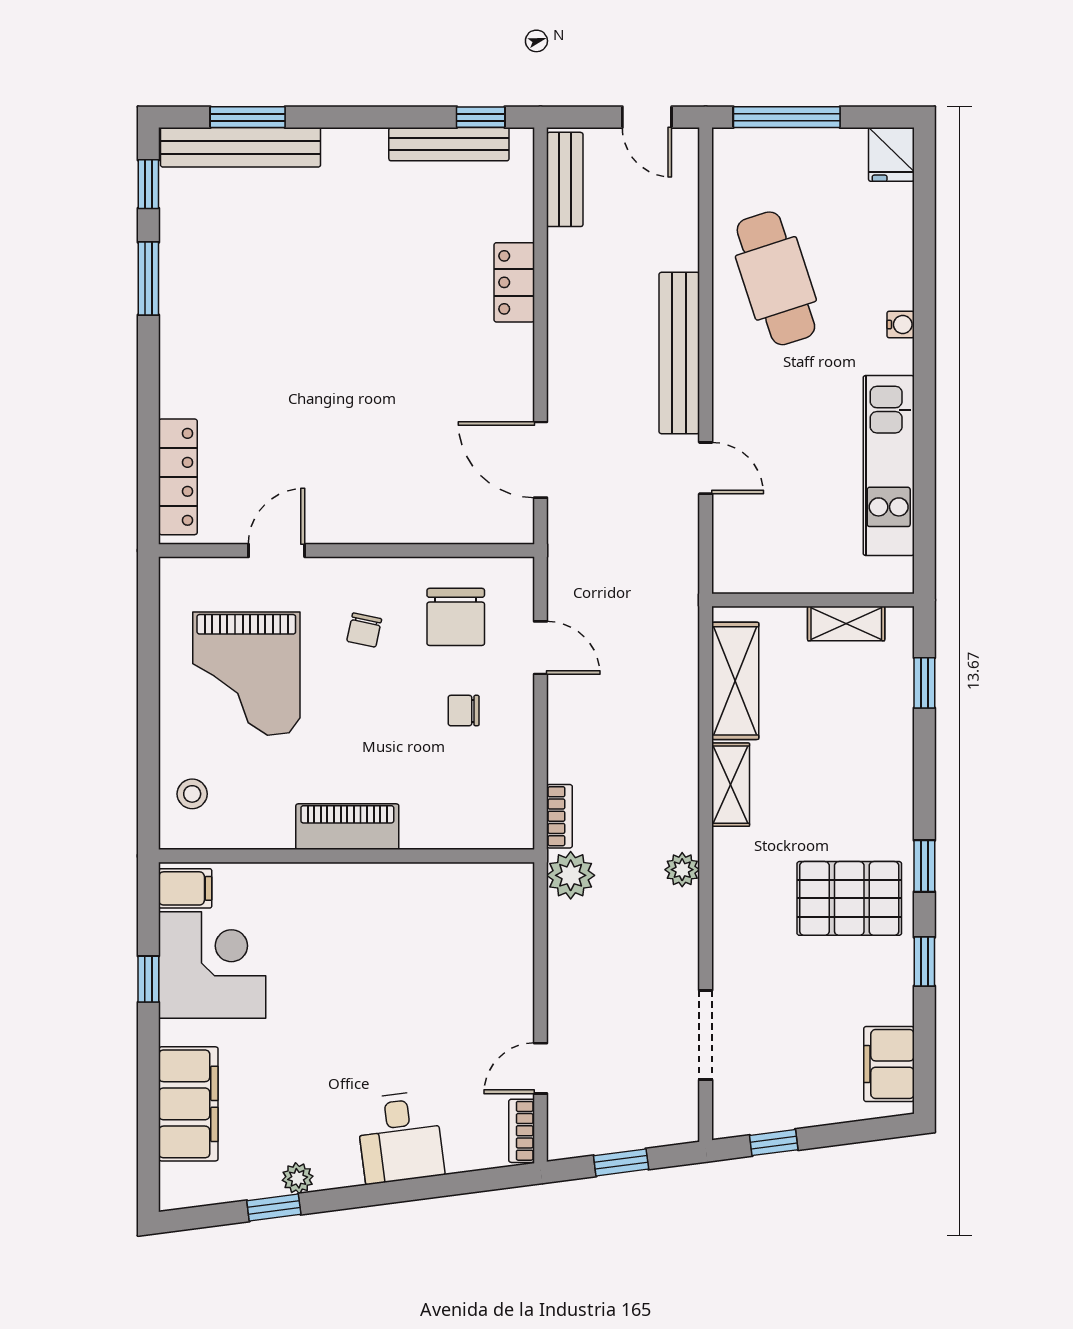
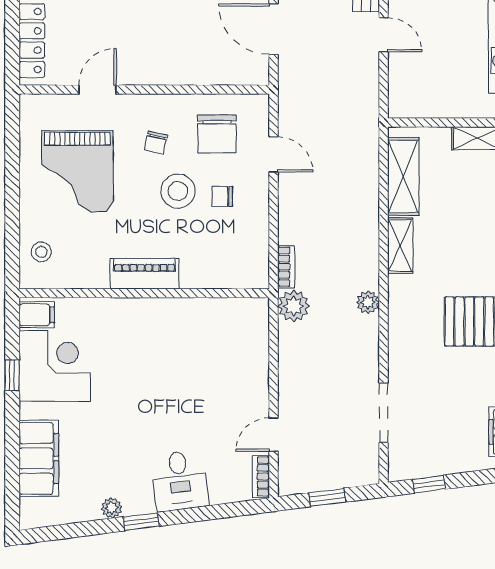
stool: (397, 703) -> (178, 191), added
window: (274, 1208) -> (141, 522), moved

